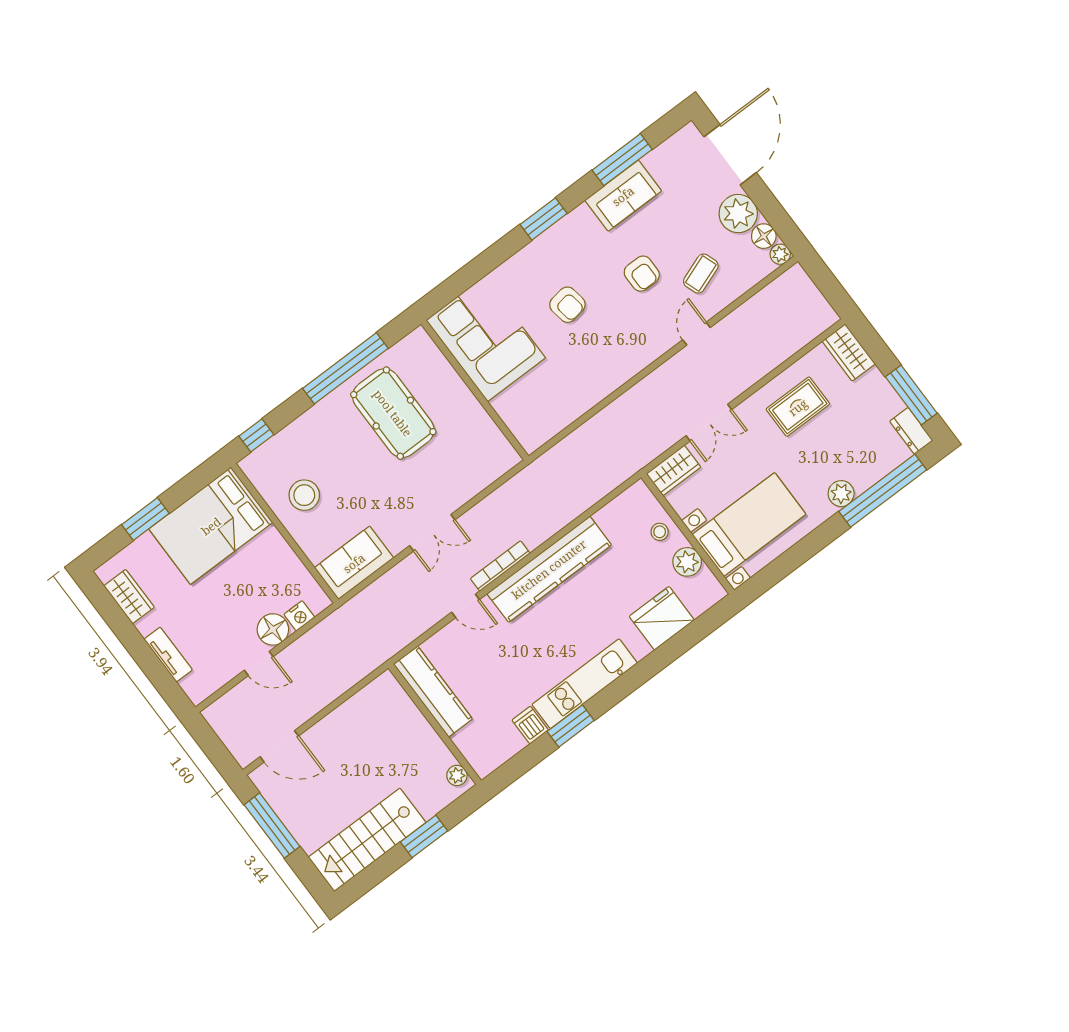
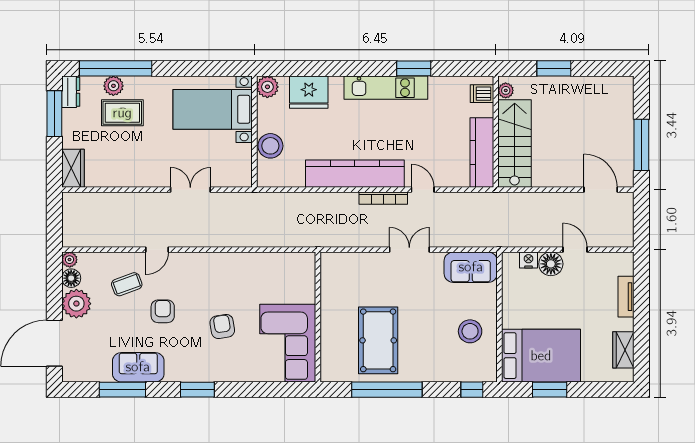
rug: (798, 407) -> (122, 113), moved
wardrobe: (673, 470) -> (234, 177), removed
plant: (841, 494) -> (113, 86), moved
window: (145, 519) -> (550, 390), moved
stool: (660, 532) -> (270, 146), width x1.89, depth x1.89
plant: (687, 562) -> (267, 87), moved
dishwasher: (530, 725) -> (482, 94), moved, turned 90
stairs: (367, 840) -> (515, 144), moved, turned -90

